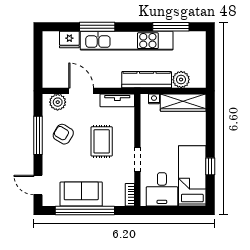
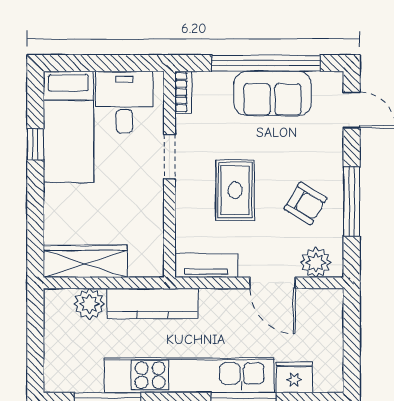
nightstand: (154, 99) -> (139, 268), removed

